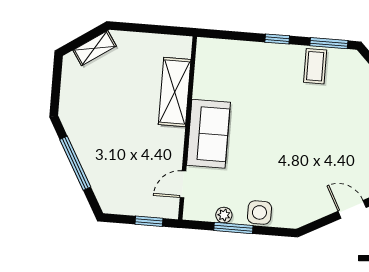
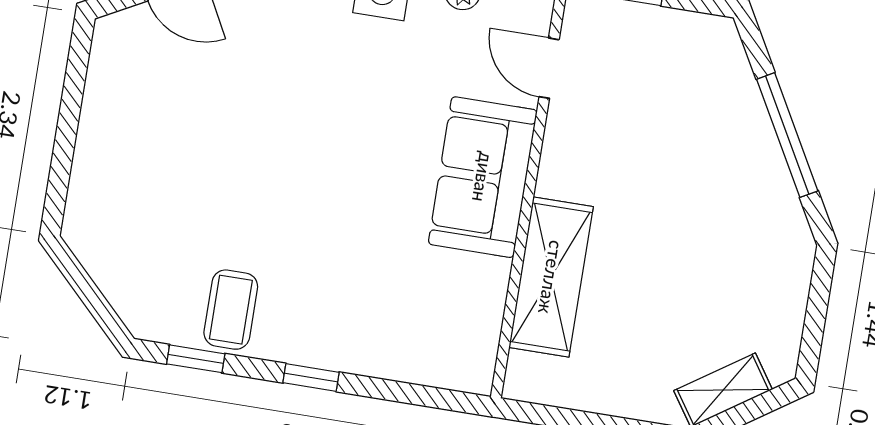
window: (329, 43) -> (196, 359), width x0.67
door: (183, 184) -> (549, 68), swing flipped

